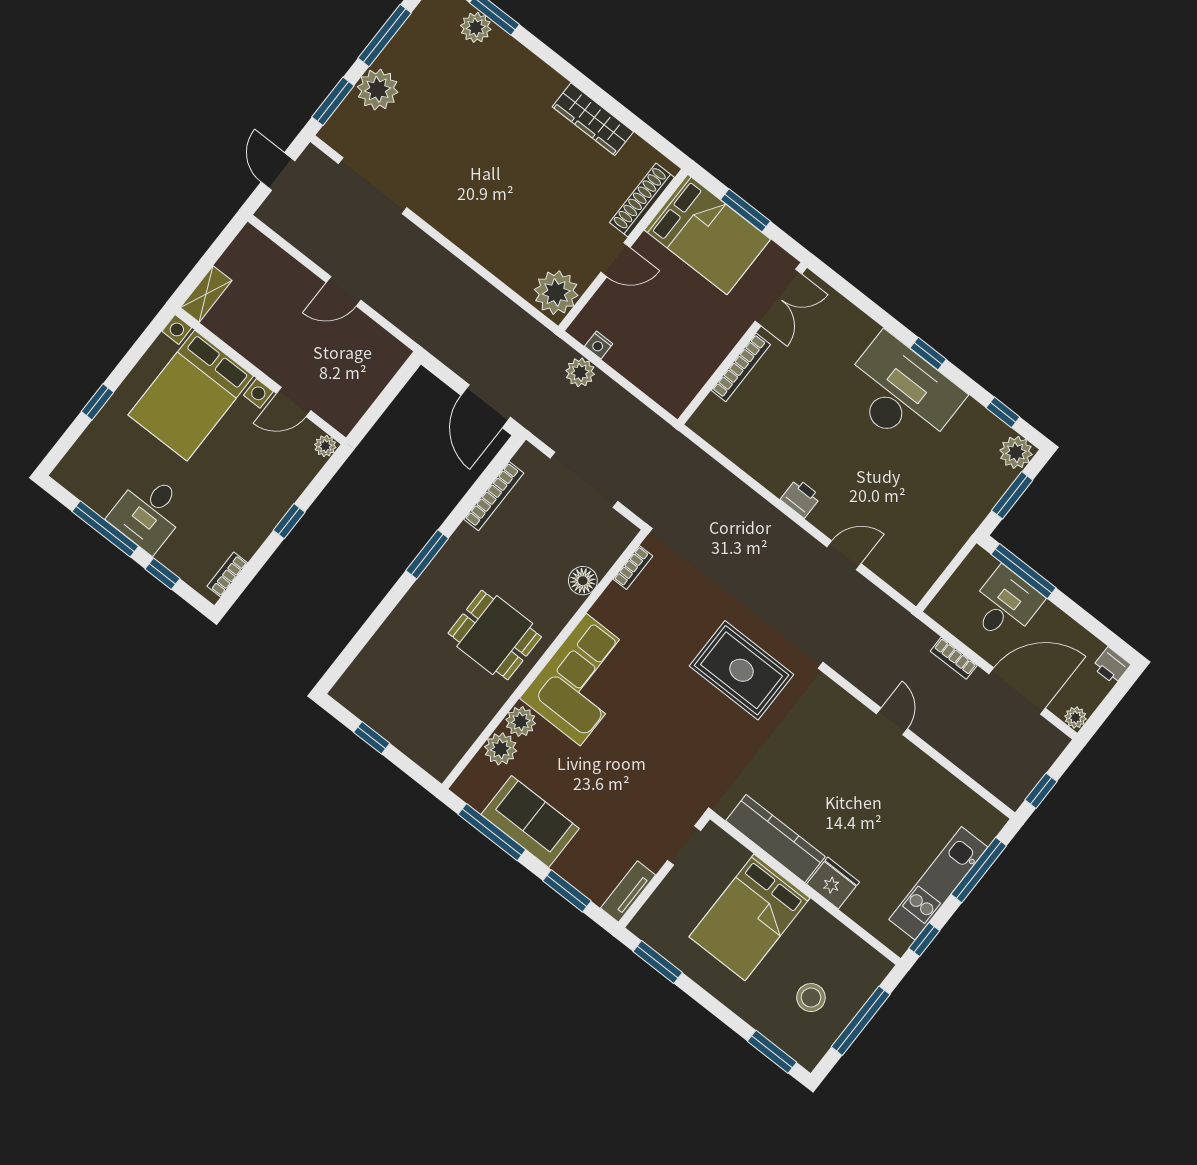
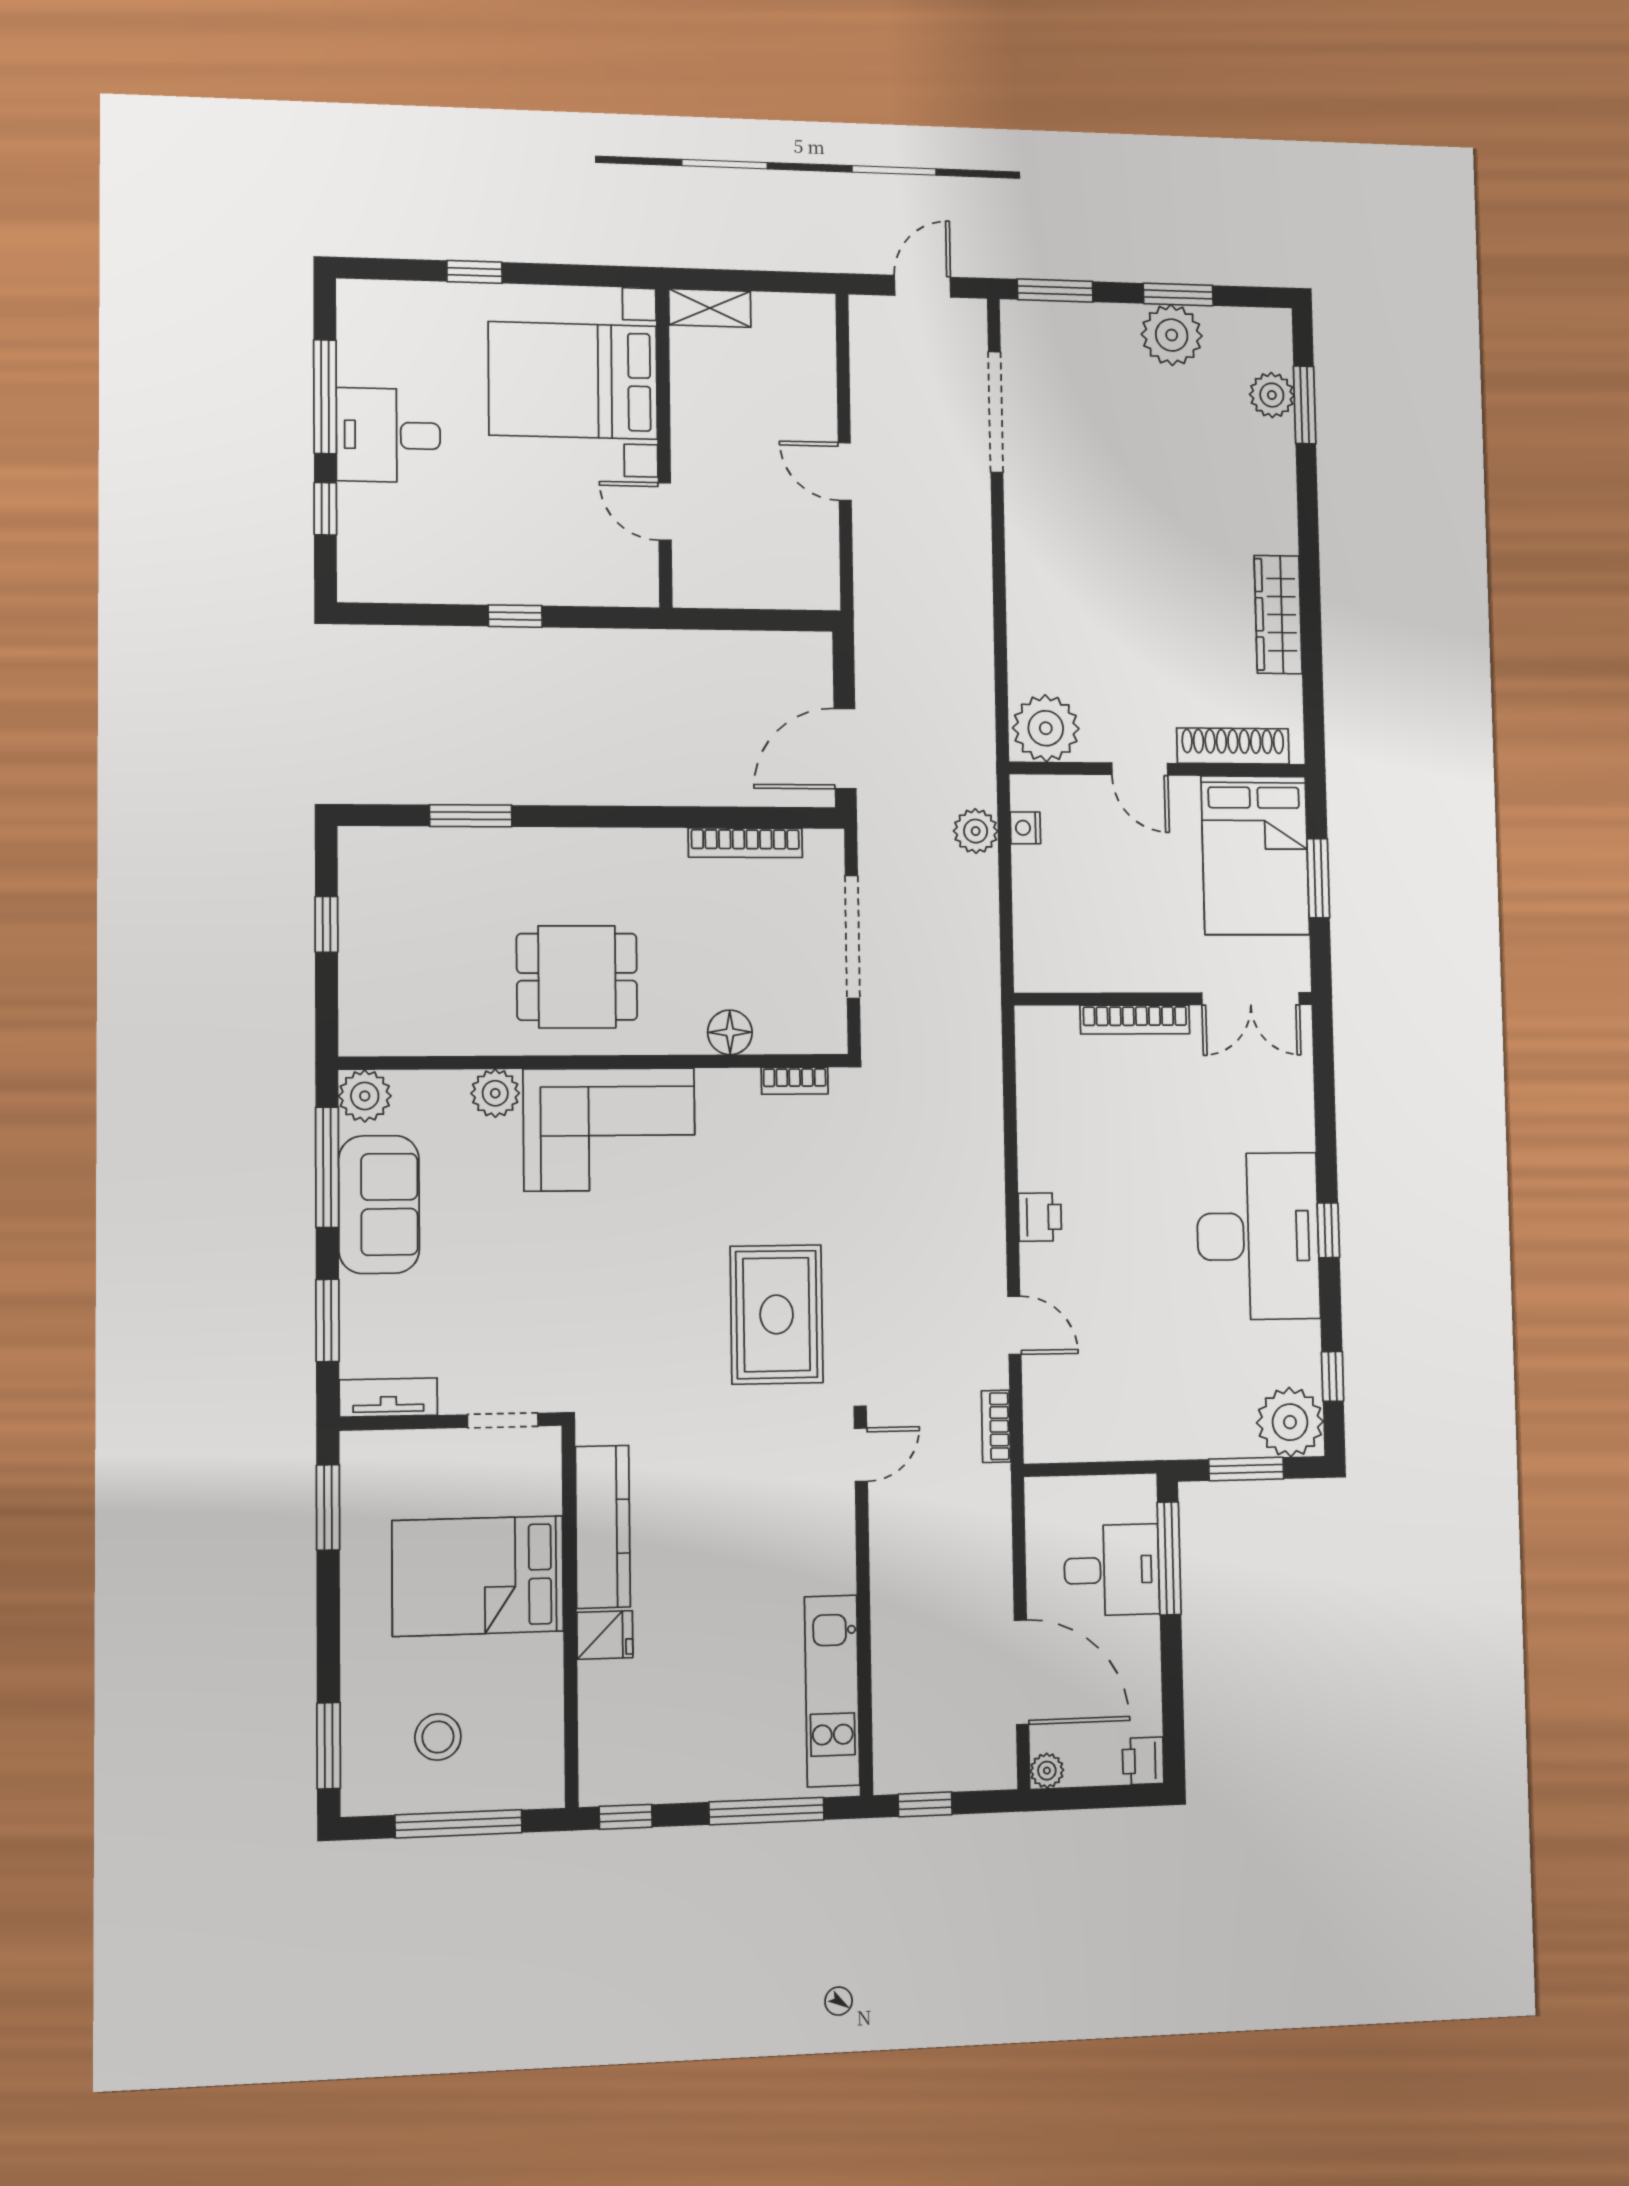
window: (385, 35) -> (1178, 294), width x0.69
plant: (378, 89) -> (1172, 335), moved
plant: (325, 446) -> (642, 591), removed
plant: (1016, 452) -> (1290, 1422), width x1.36, depth x1.36
window: (427, 554) -> (471, 816), moved
bookcase: (227, 575) -> (388, 590), removed
dining table: (495, 635) -> (577, 977), turned 90
bookcase: (954, 658) -> (996, 1426), moved
door: (892, 721) -> (861, 1455), moved
plant: (501, 749) -> (365, 1096), moved
fridge: (833, 883) -> (605, 1635), width x0.72
kitchen unit: (938, 883) -> (832, 1691), moved, turned -90

